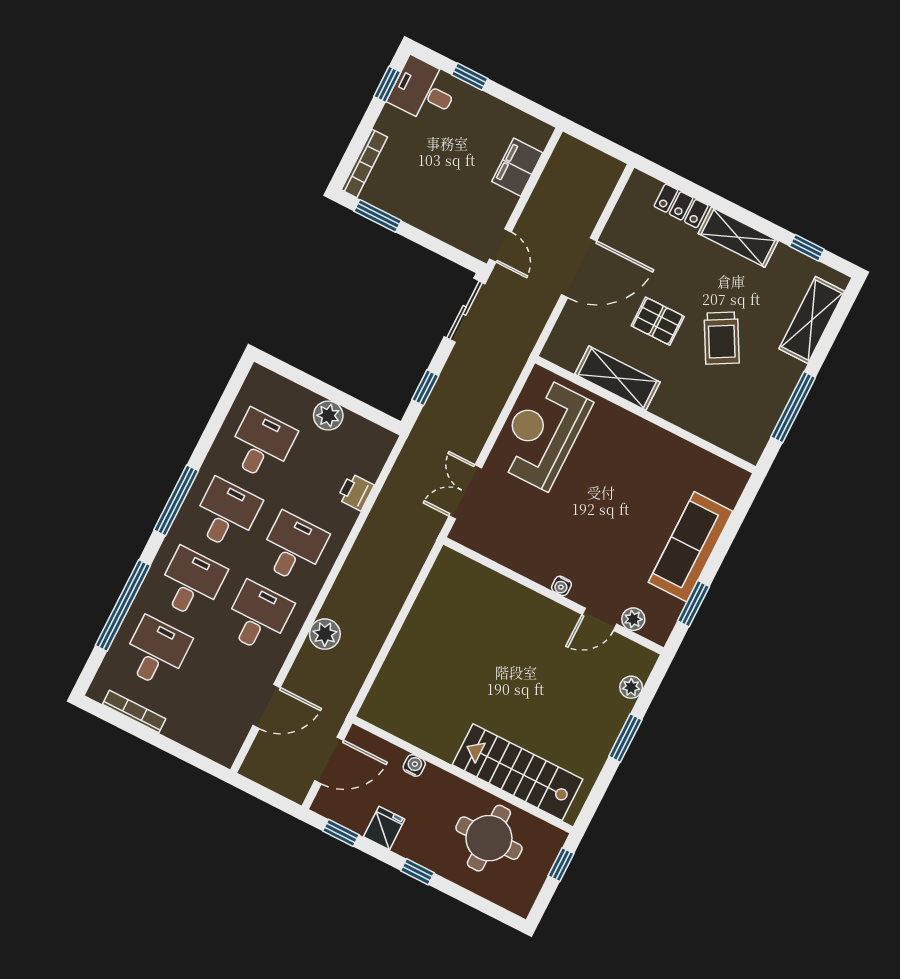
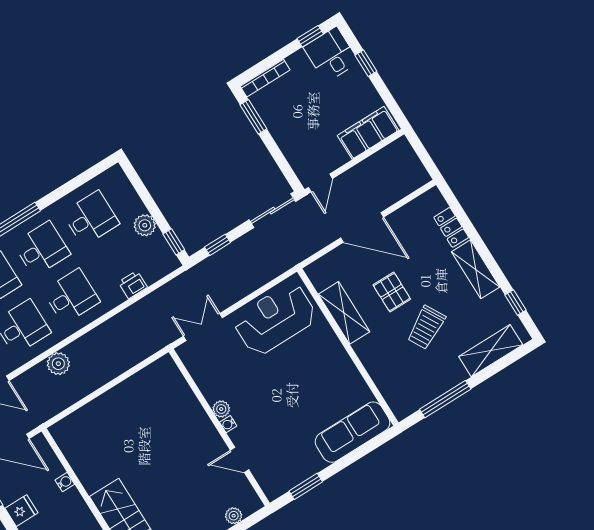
filing cabinet: (517, 167) -> (368, 133), width x1.50, depth x1.17
window: (373, 414) -> (174, 242), added
sofa: (691, 547) -> (353, 432), moved
plant: (633, 619) -> (221, 409), moved

